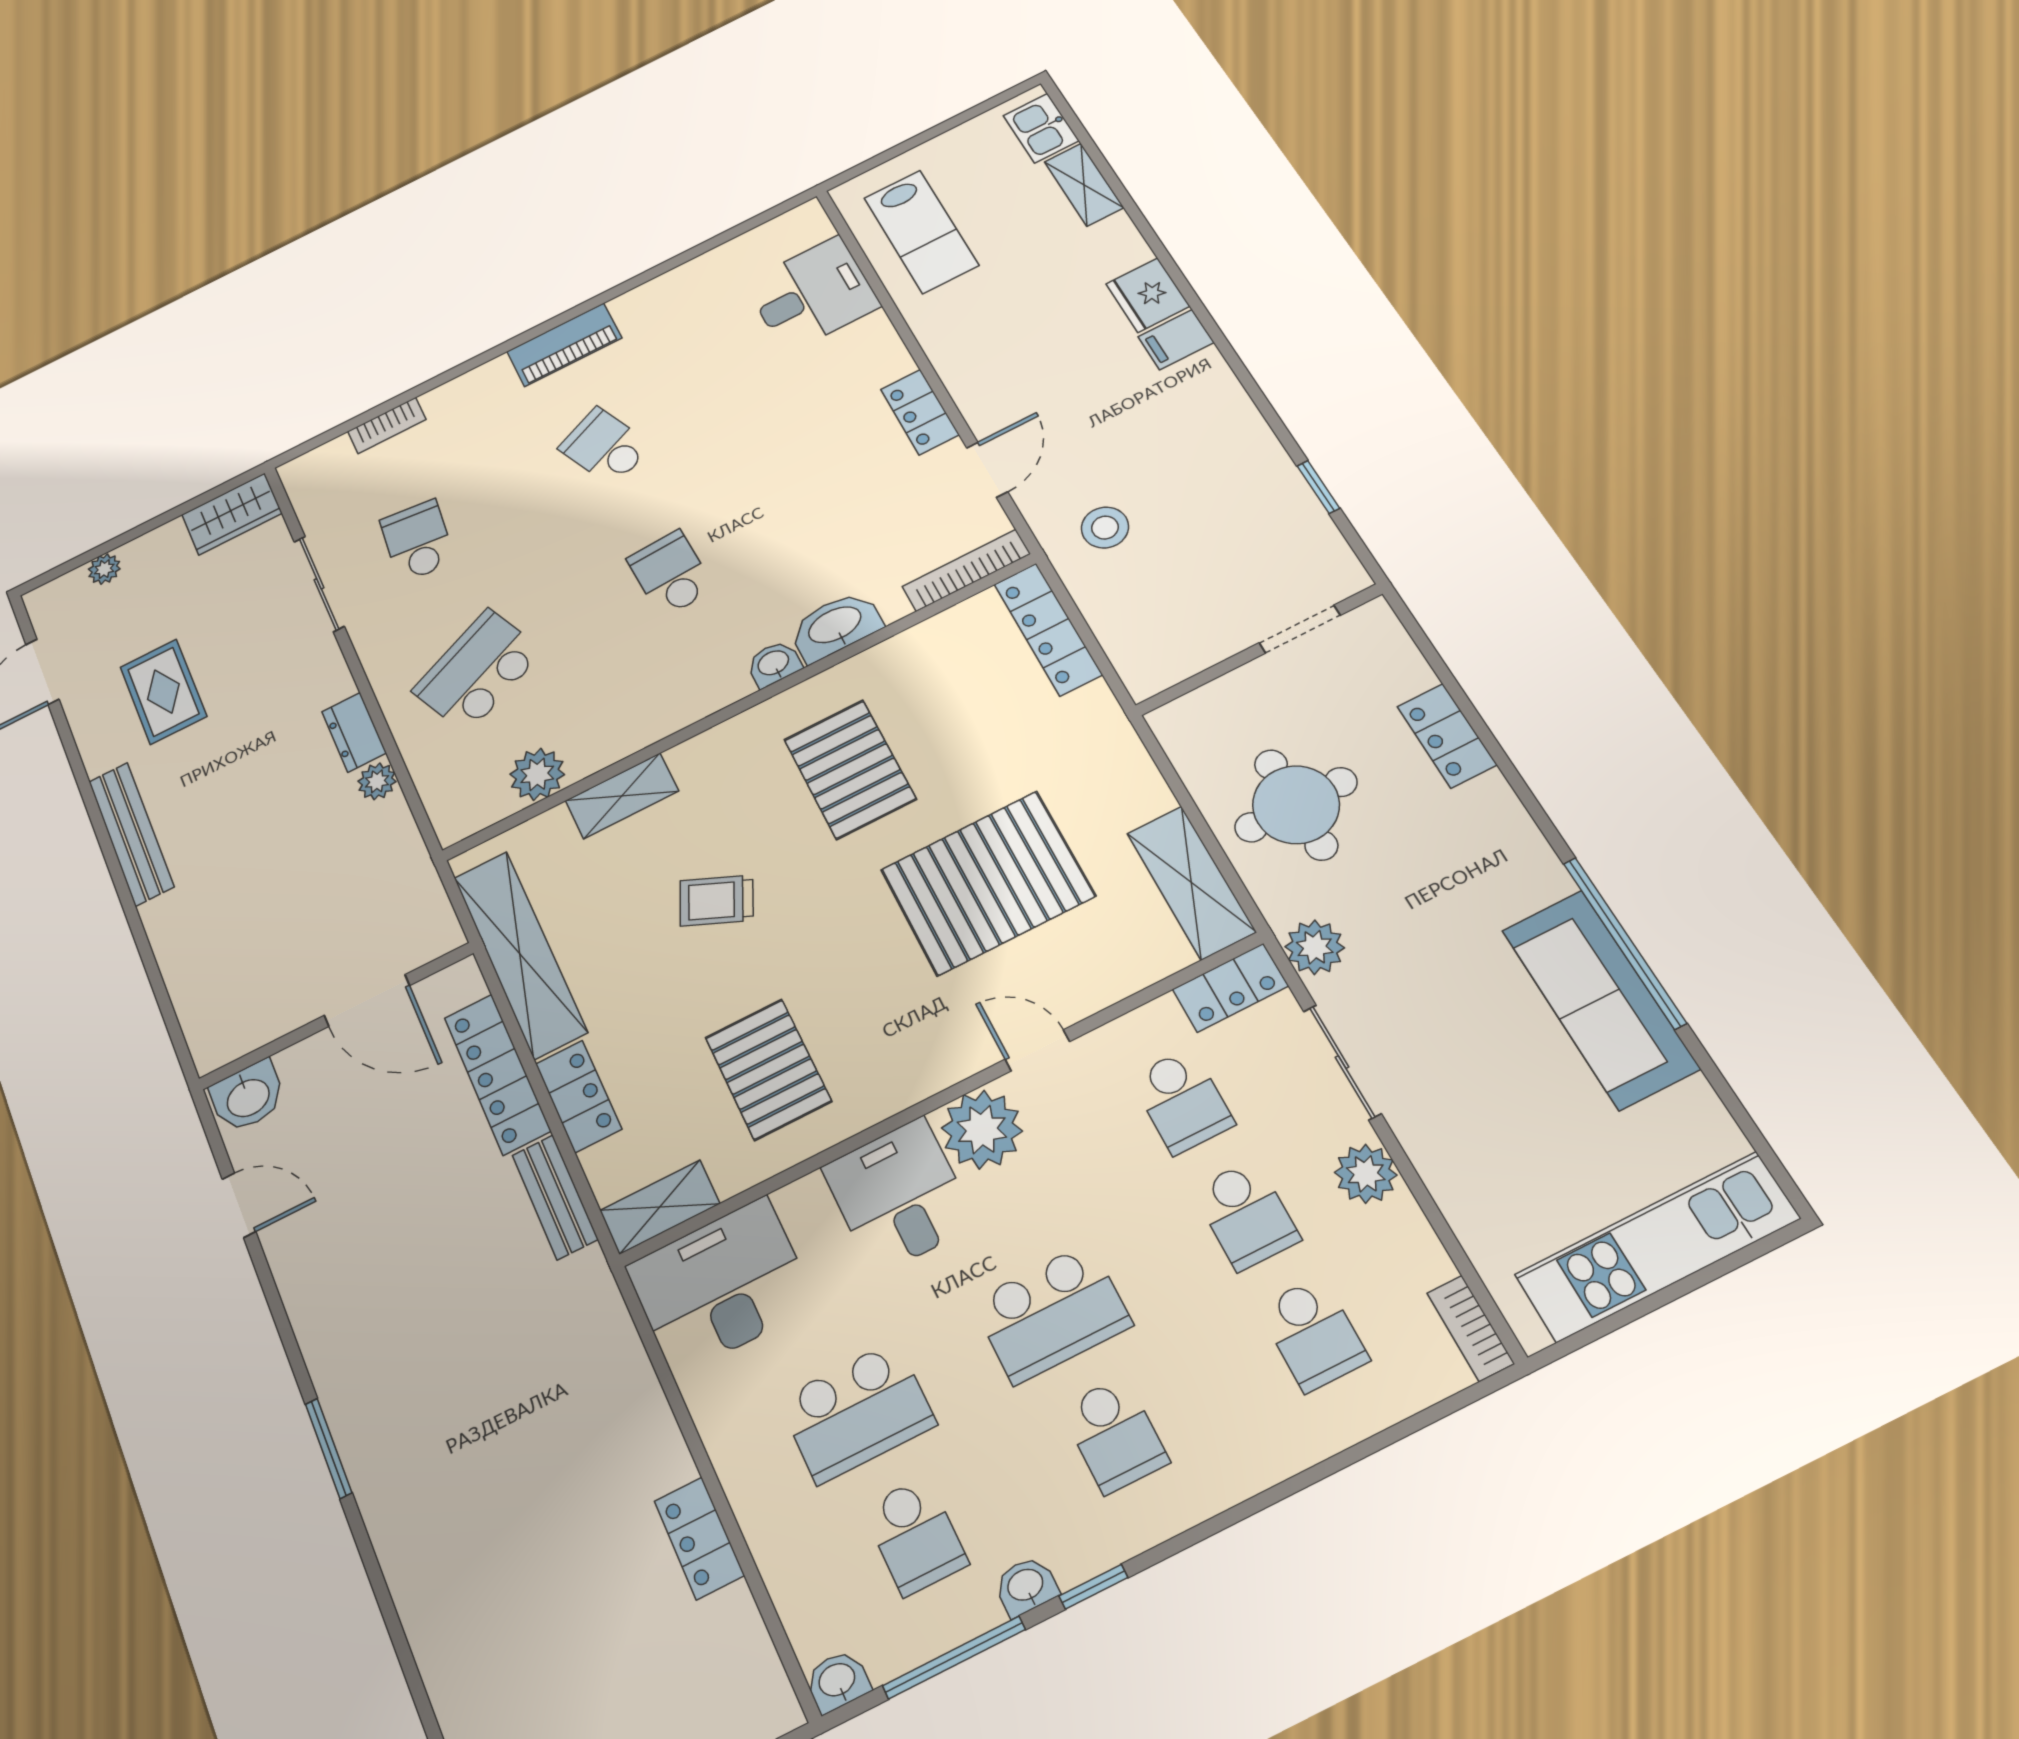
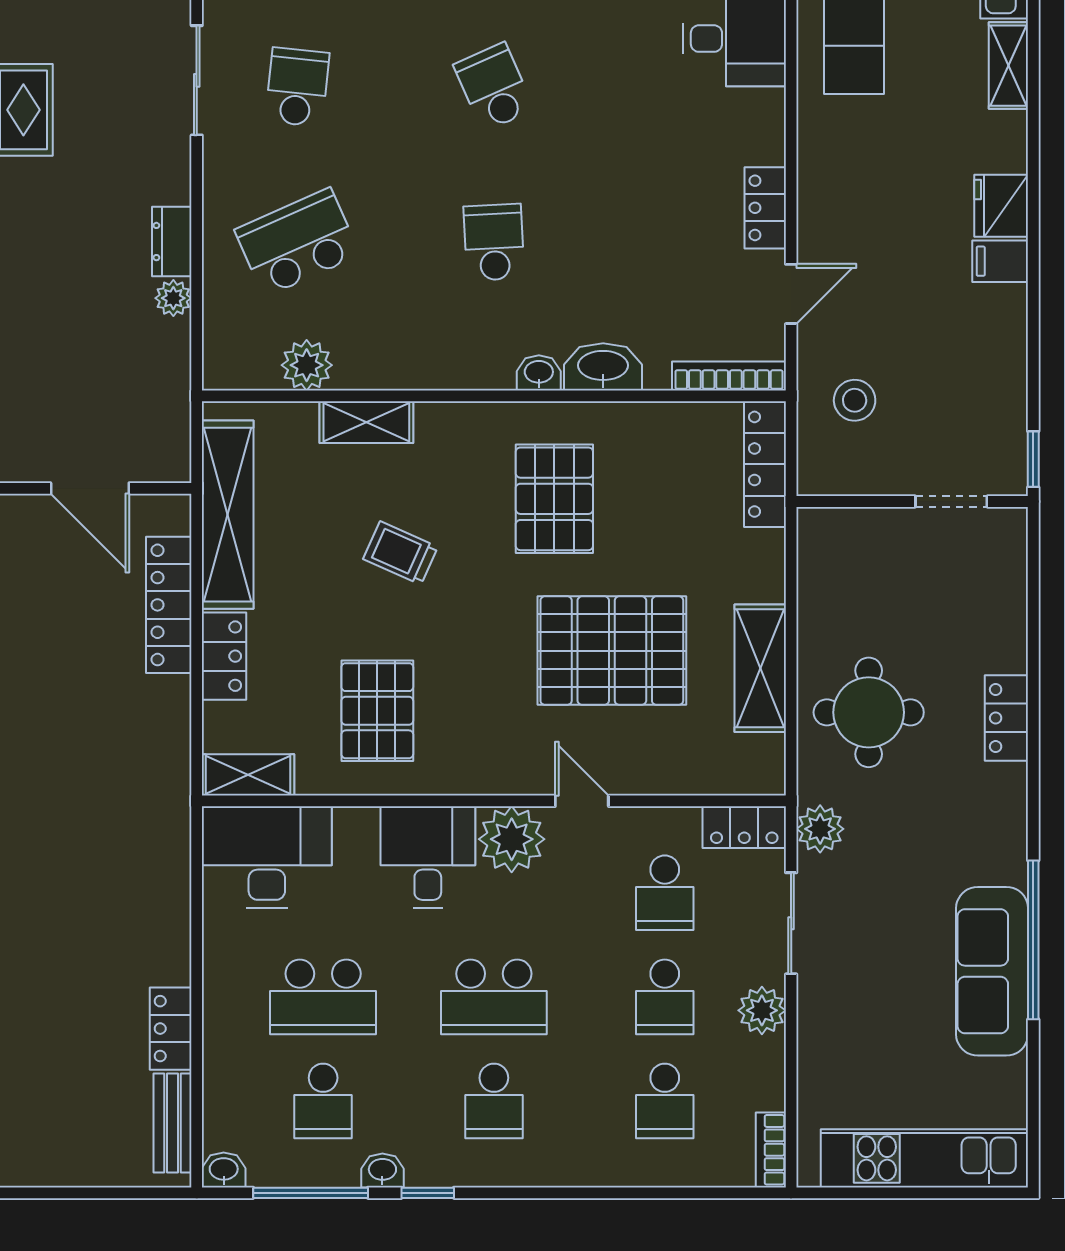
doorway: (1300, 629) -> (951, 502), moved
wall: (1259, 650) -> (912, 502), moved
shelving: (1191, 882) -> (760, 668), moved
bench: (555, 1197) -> (172, 1123), moved

